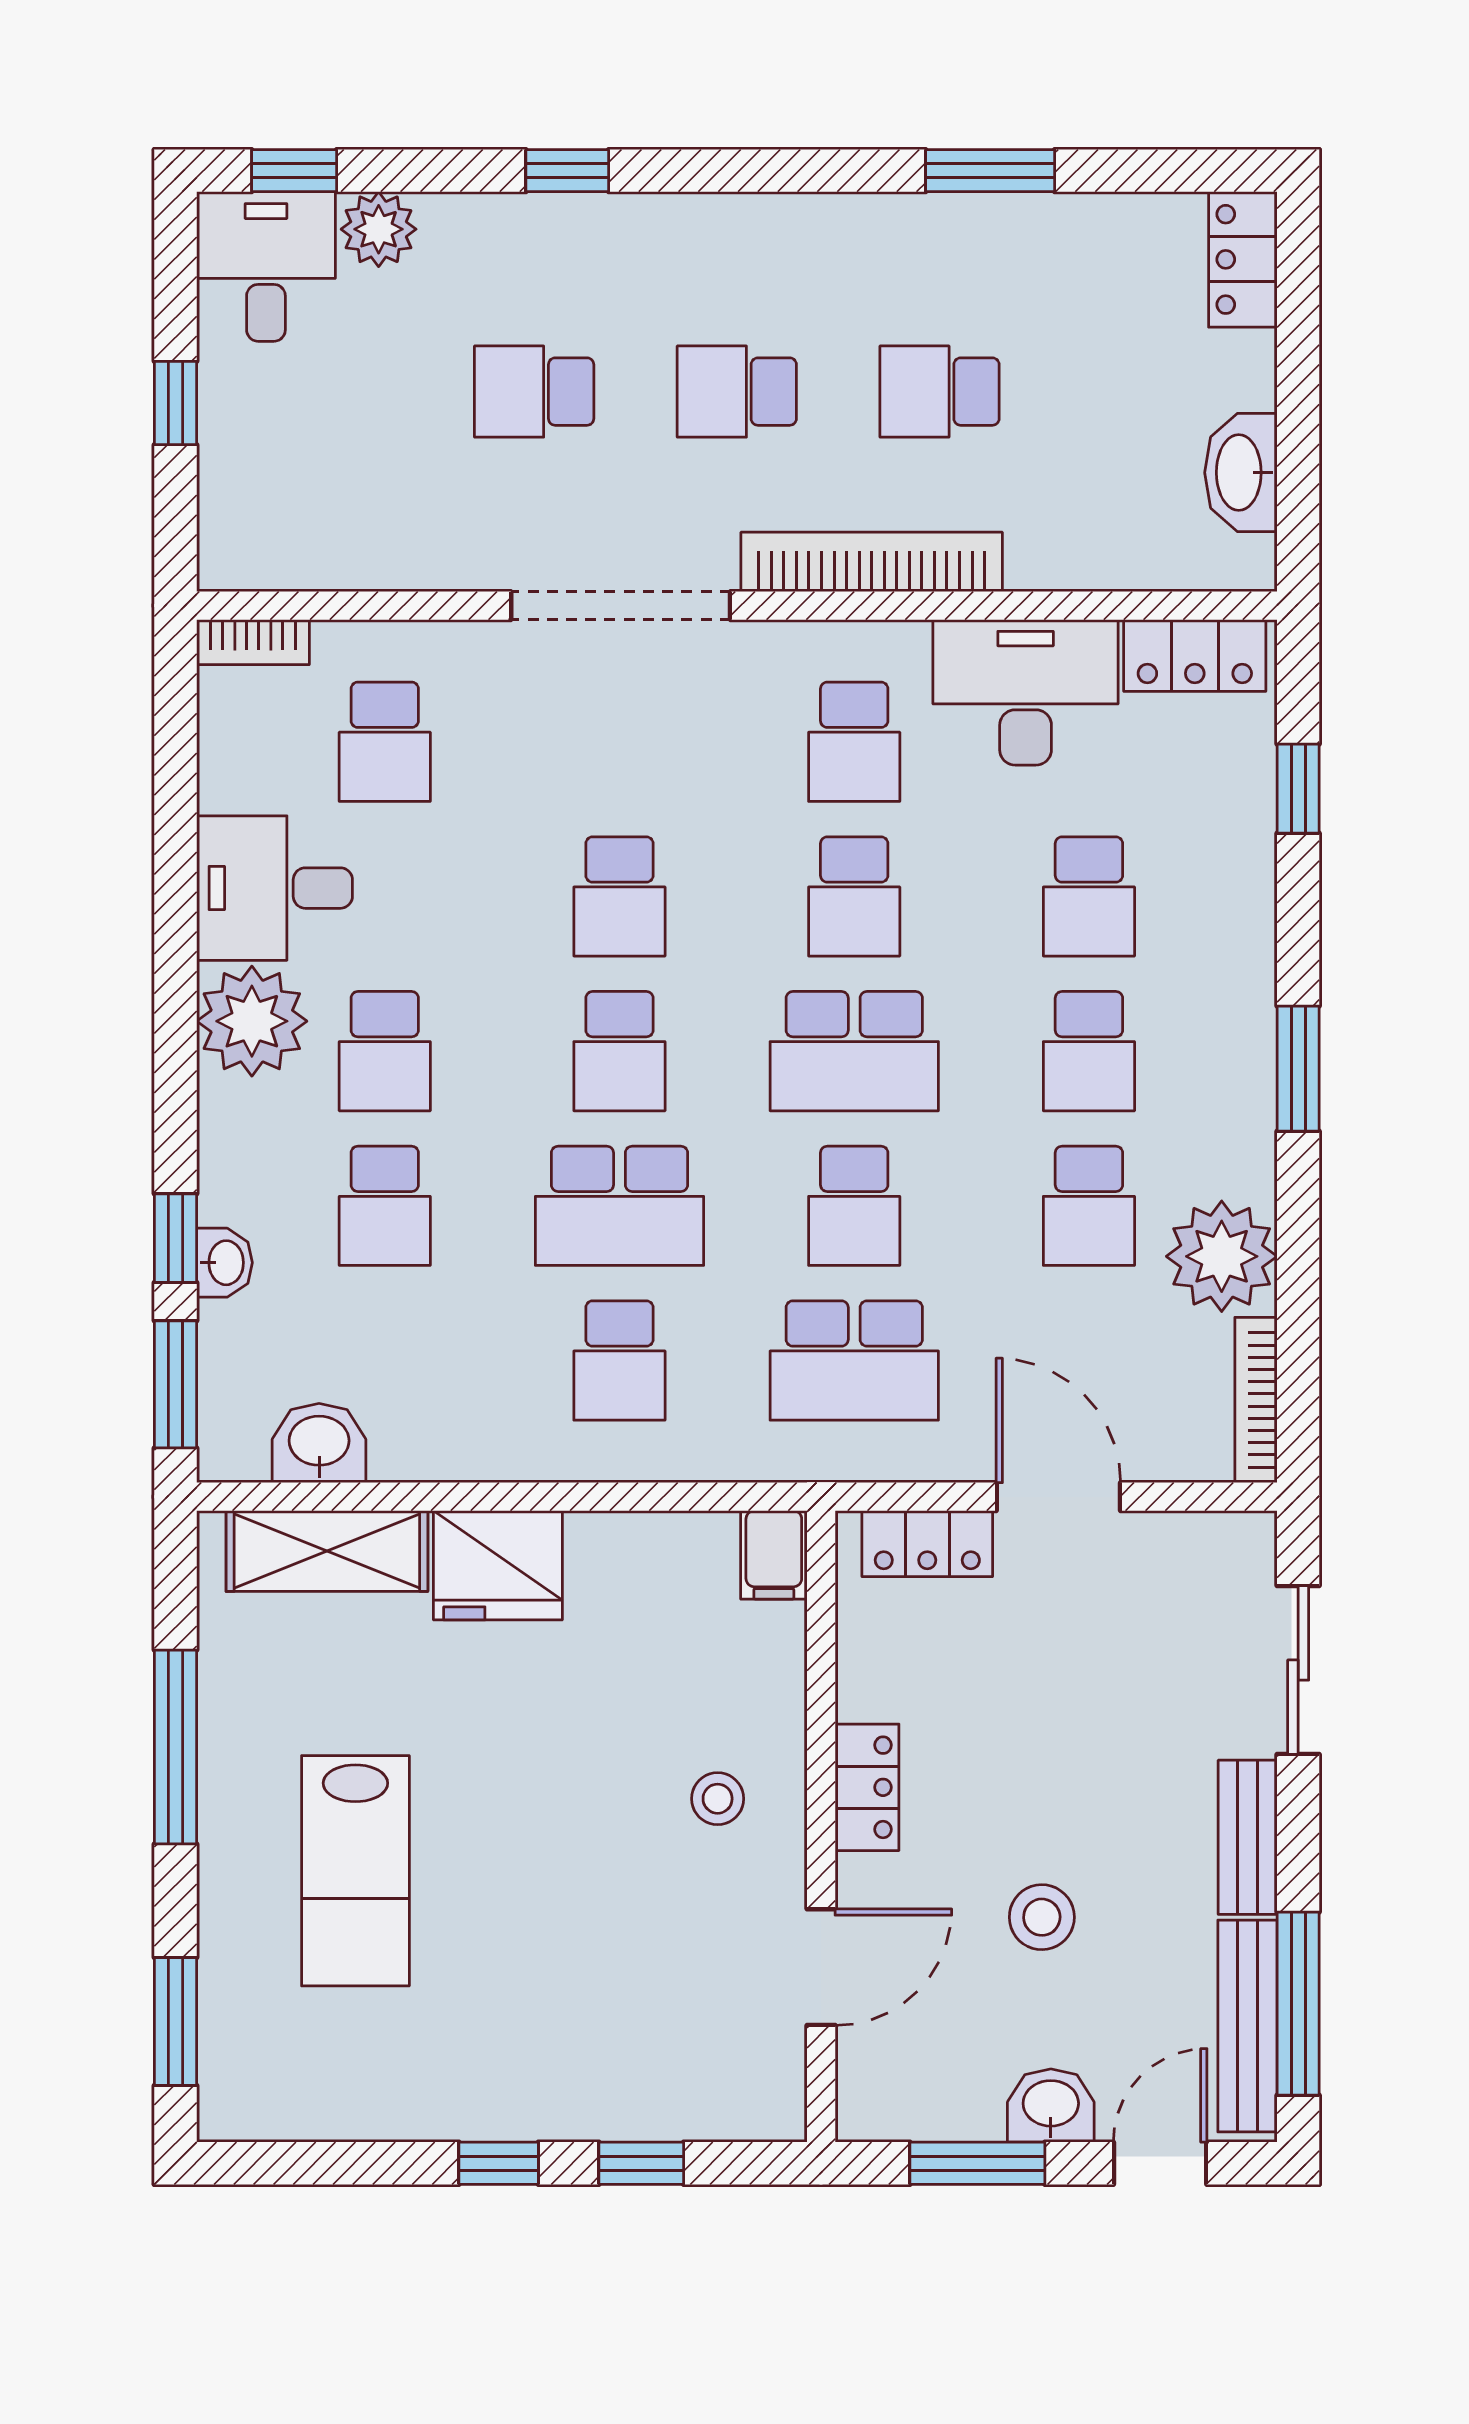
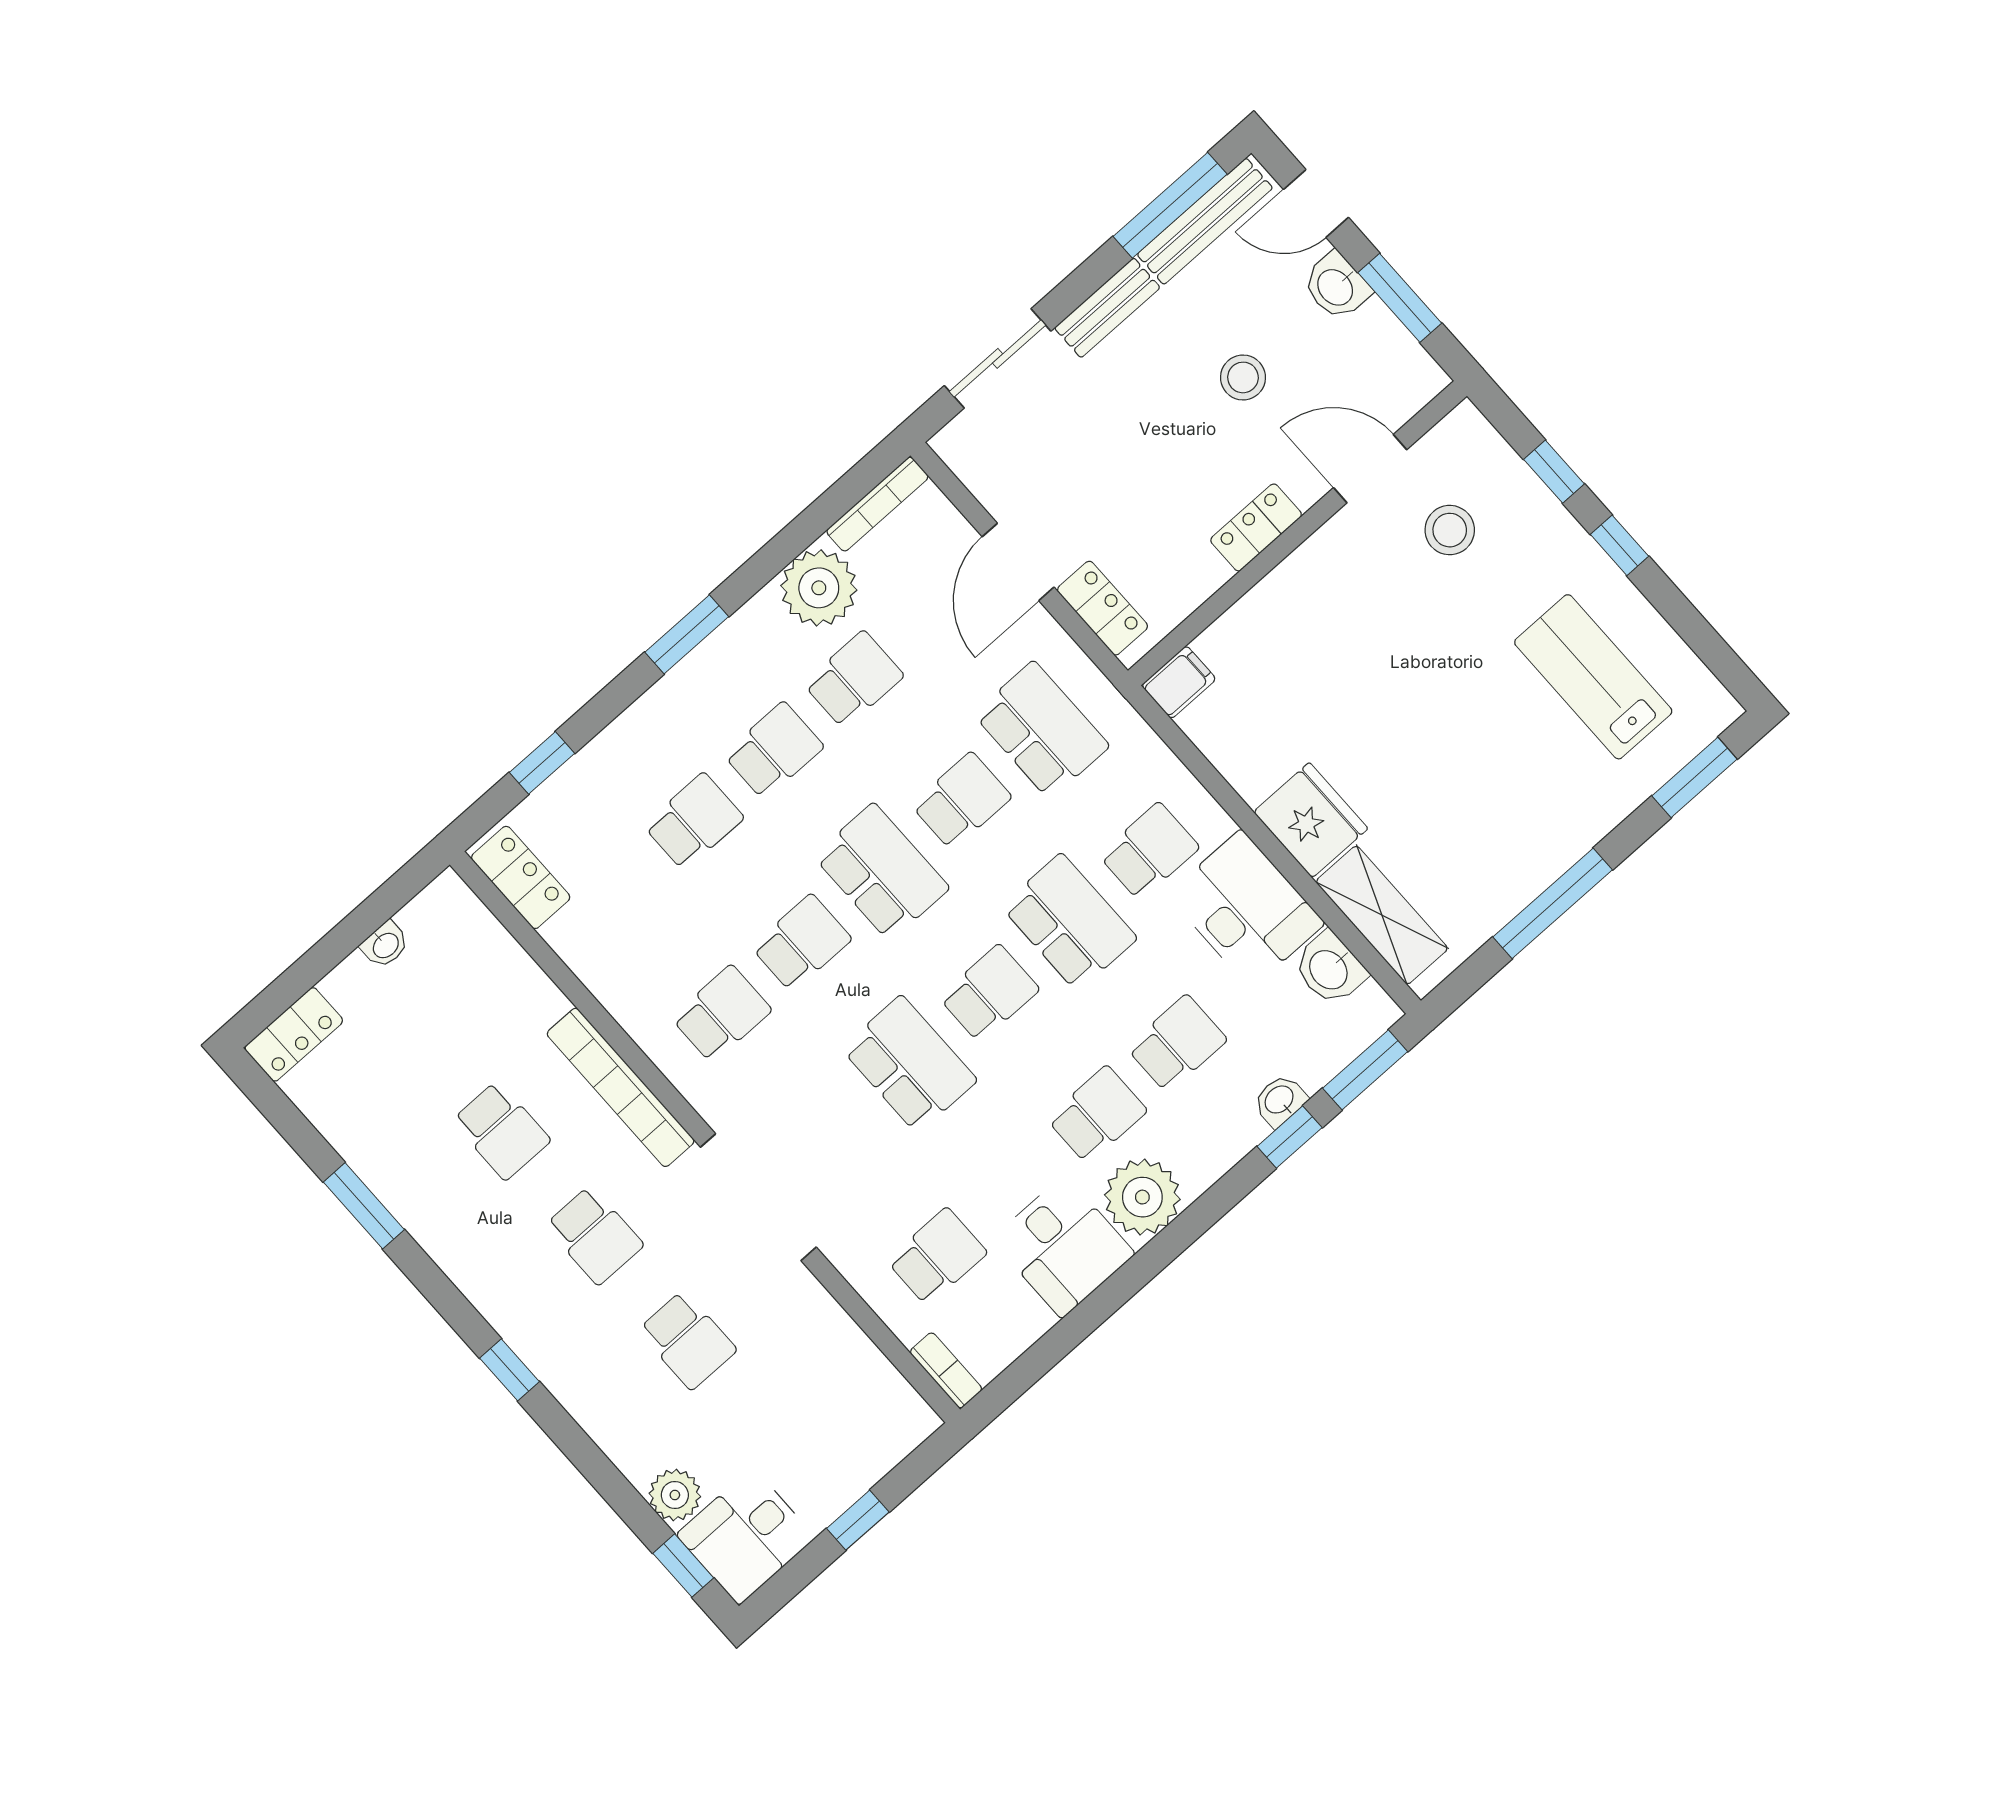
window: (567, 171) -> (510, 1370), moved
washbasin: (1241, 473) -> (385, 945), width x0.52, depth x0.69
desk: (1026, 692) -> (1246, 909), moved, turned 180
school desk: (619, 896) -> (909, 1064), width x1.85
stool: (718, 1799) -> (1450, 530), moved, width x1.37, depth x1.37
lab bench: (355, 1871) -> (1593, 677), moved, turned -90

